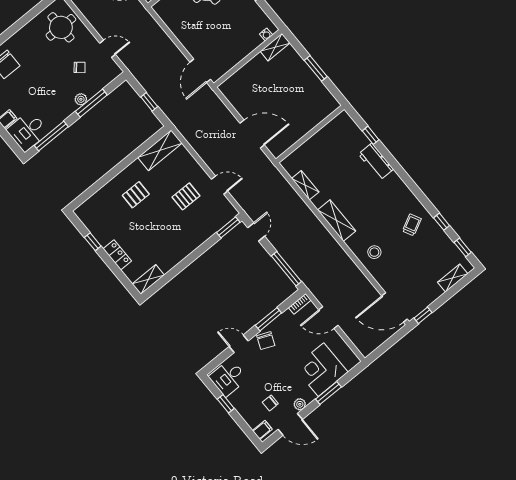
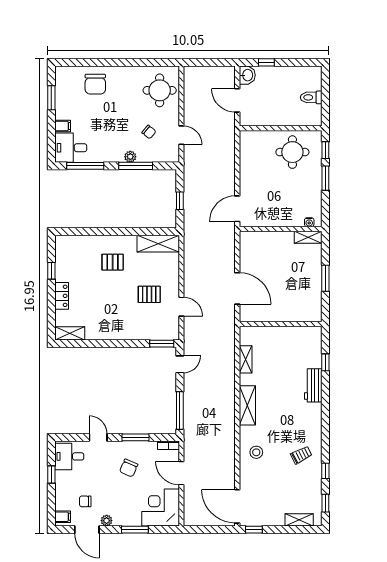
chair: (266, 341) -> (129, 468), moved
corner desk: (321, 370) -> (161, 508), moved

